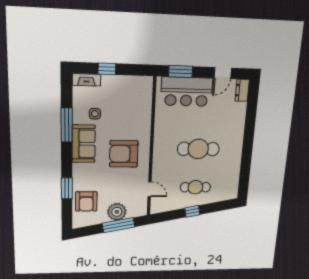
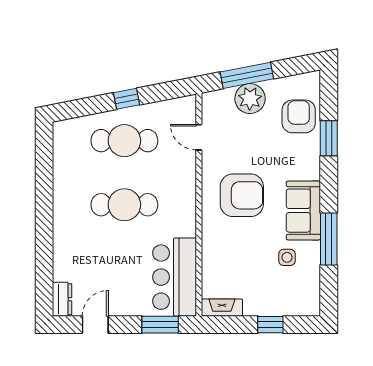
fireplace: (86, 80) -> (222, 308), moved
bar counter: (187, 92) -> (175, 277), moved, turned -90
cafe table: (195, 187) -> (124, 141), width x1.37, depth x1.35

